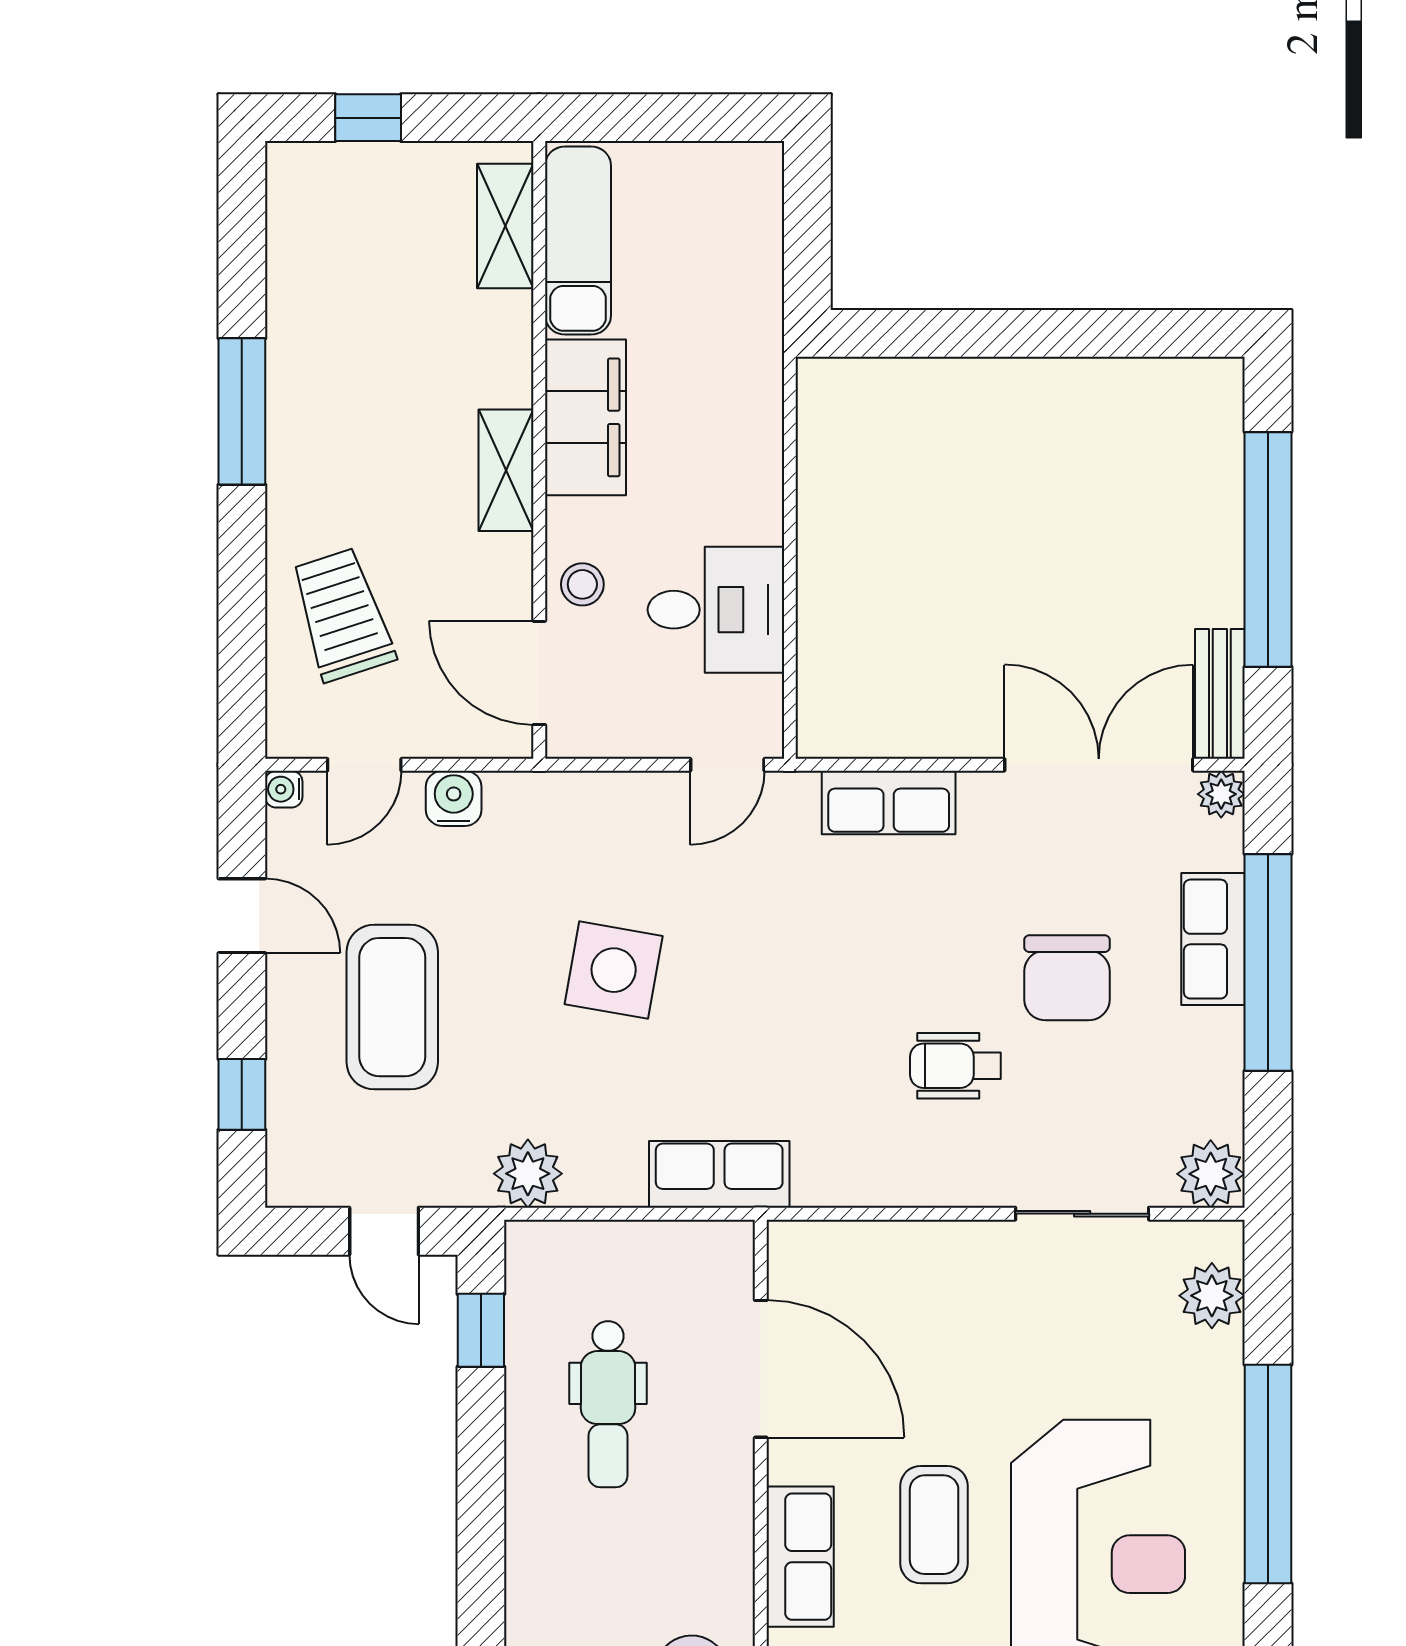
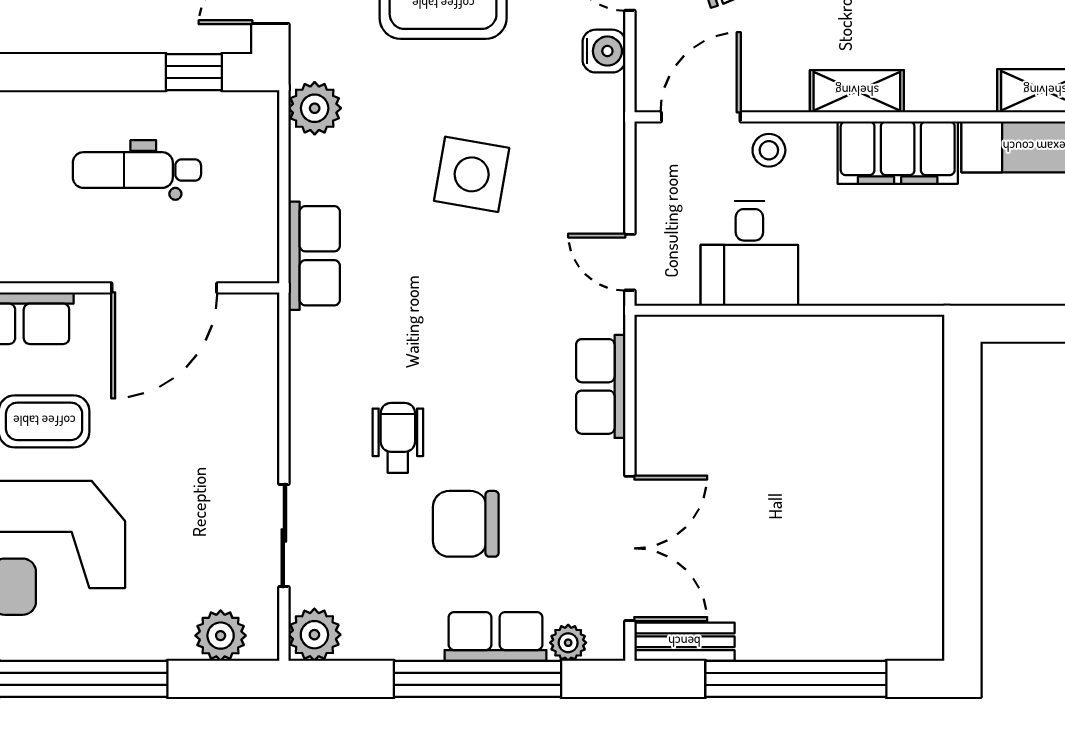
plant: (1221, 794) -> (568, 643), moved

